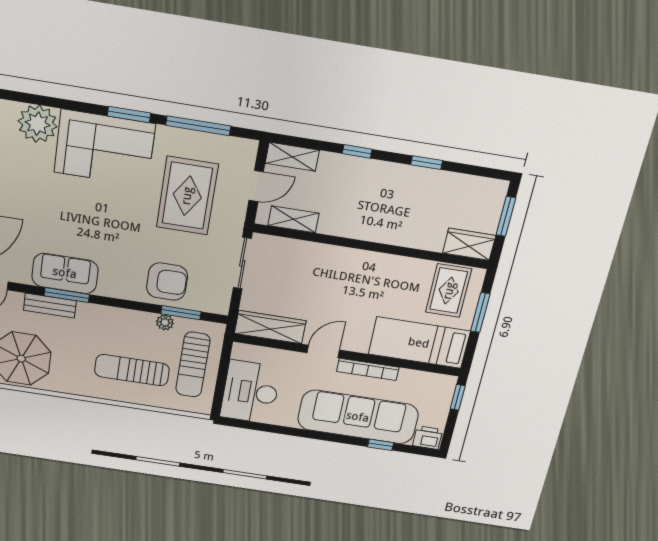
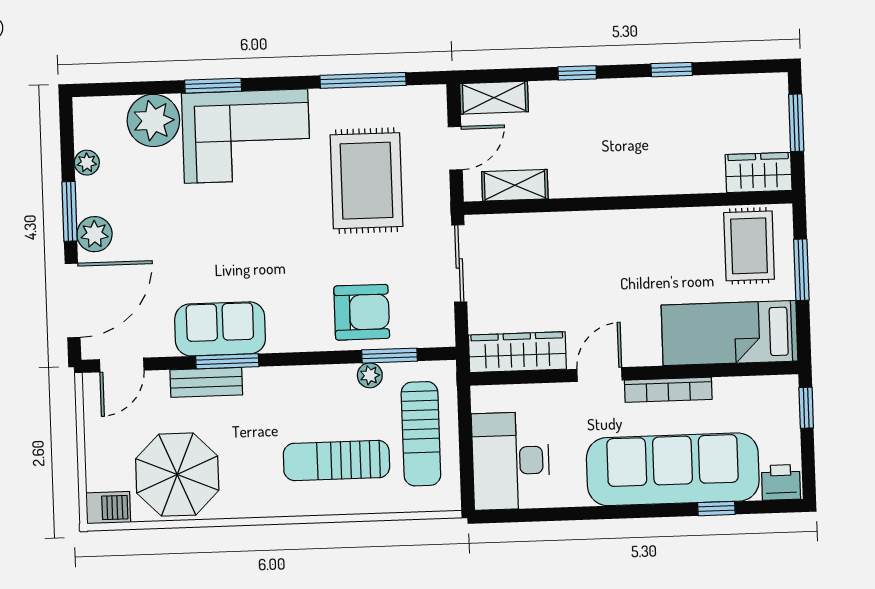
window: (129, 115) -> (213, 86), moved

